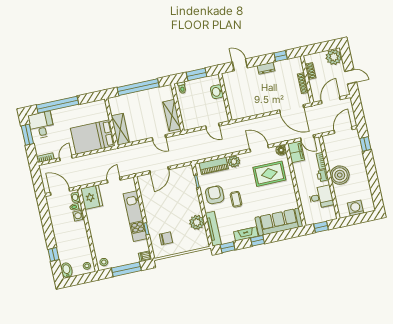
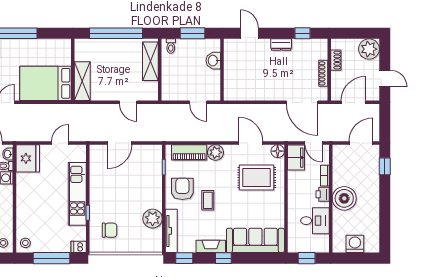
shelving: (172, 115) -> (150, 61), moved

